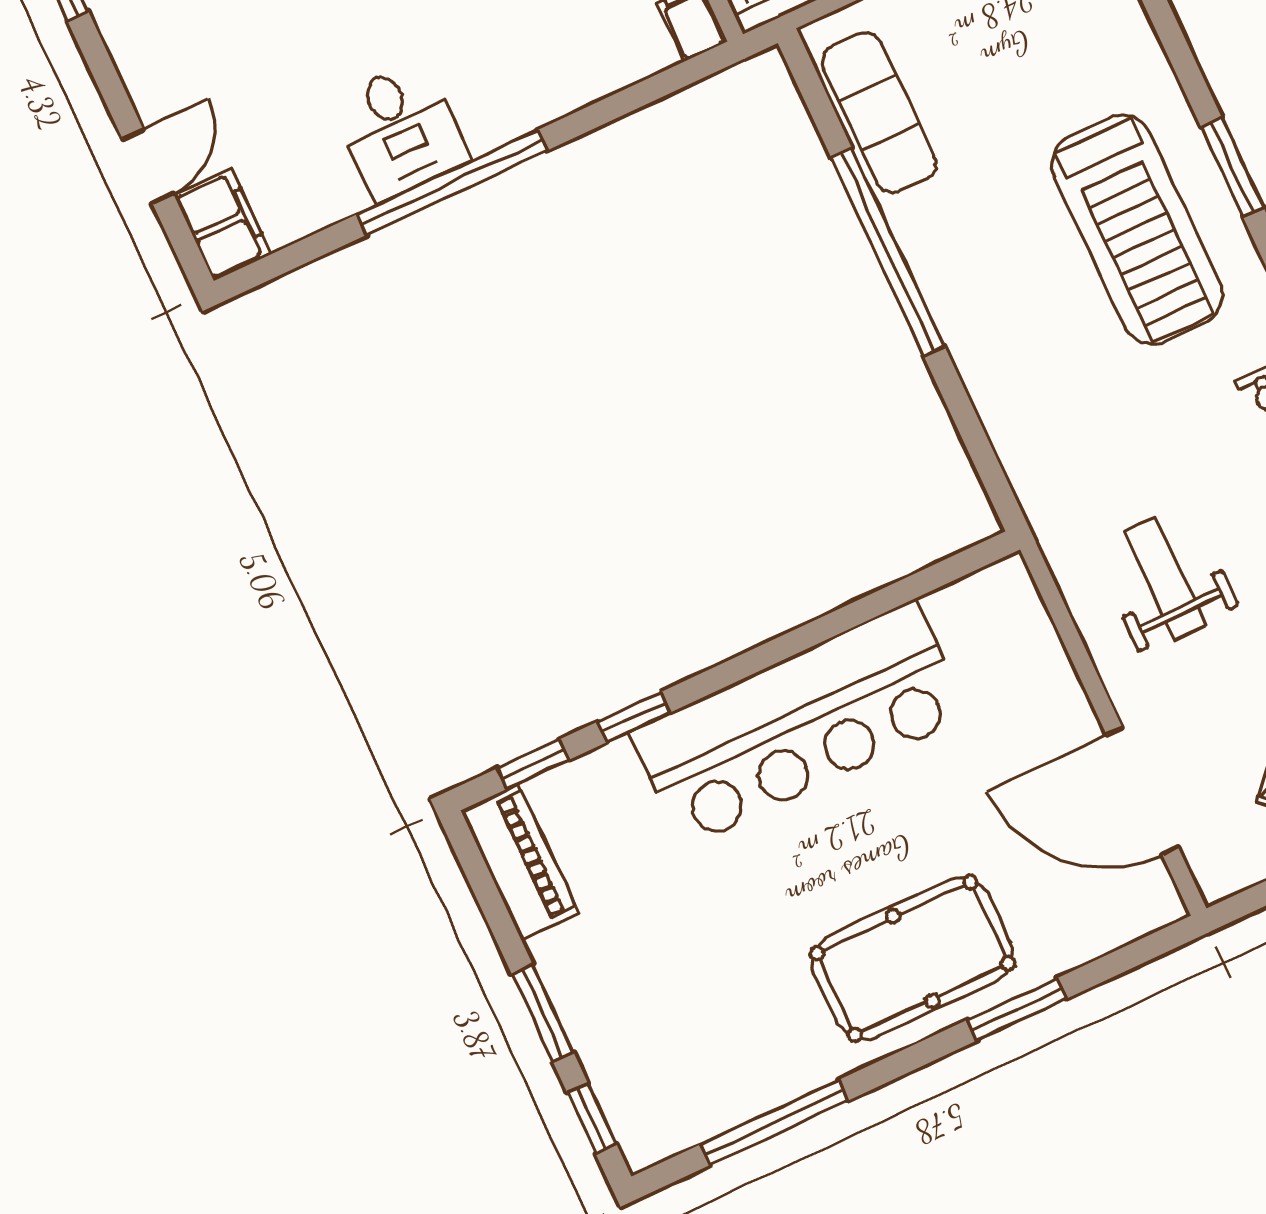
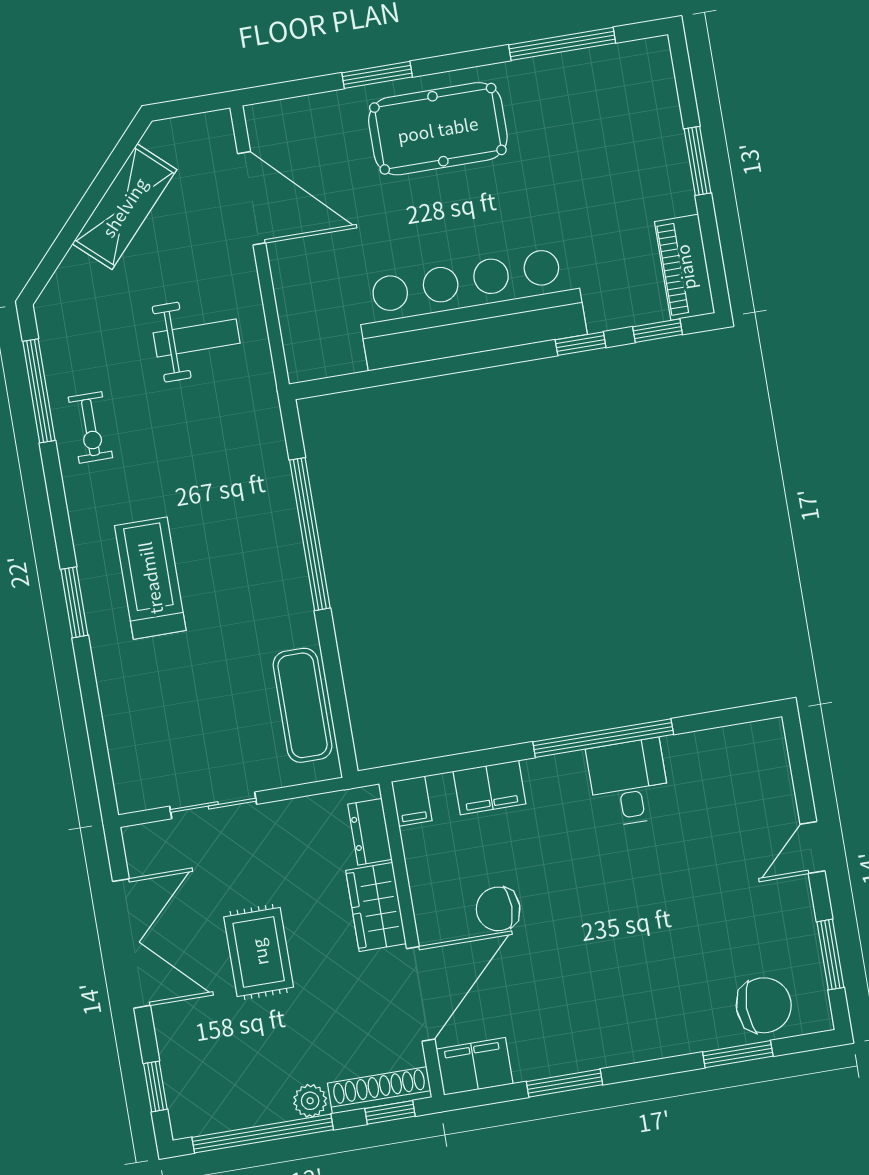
door: (148, 167) -> (812, 848), moved
filing cabinet: (222, 225) -> (489, 788), moved, turned -90
treadmill: (1137, 230) -> (150, 578), width x0.73, depth x0.73
window: (888, 252) -> (310, 534), moved
weight bench: (1165, 578) -> (197, 338), turned -90
window: (592, 1118) -> (684, 81), removed

